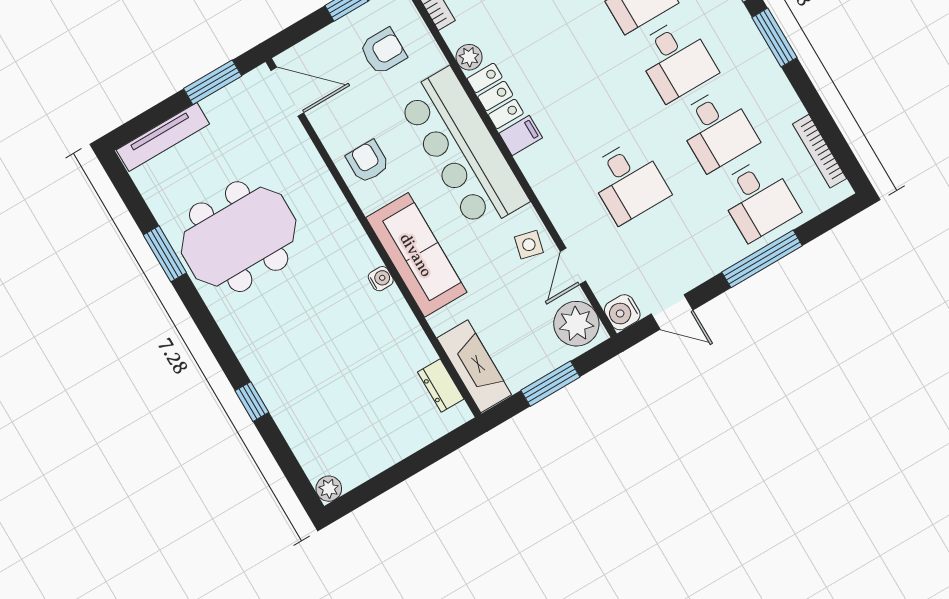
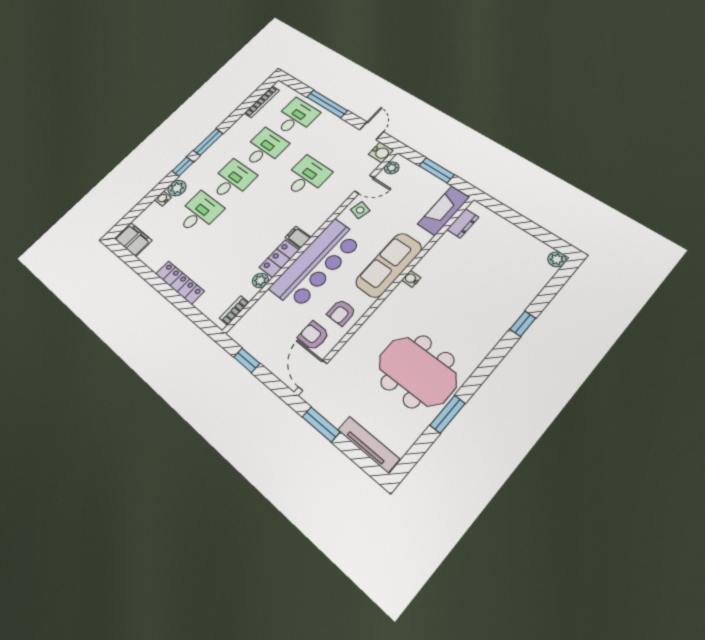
armchair: (383, 51) -> (313, 336), moved
plant: (576, 324) -> (392, 168), width x0.53, depth x0.53

